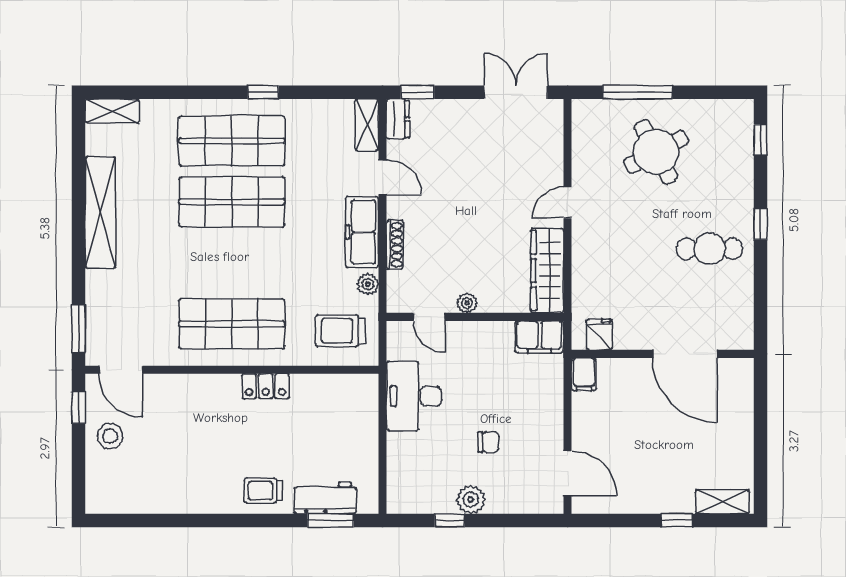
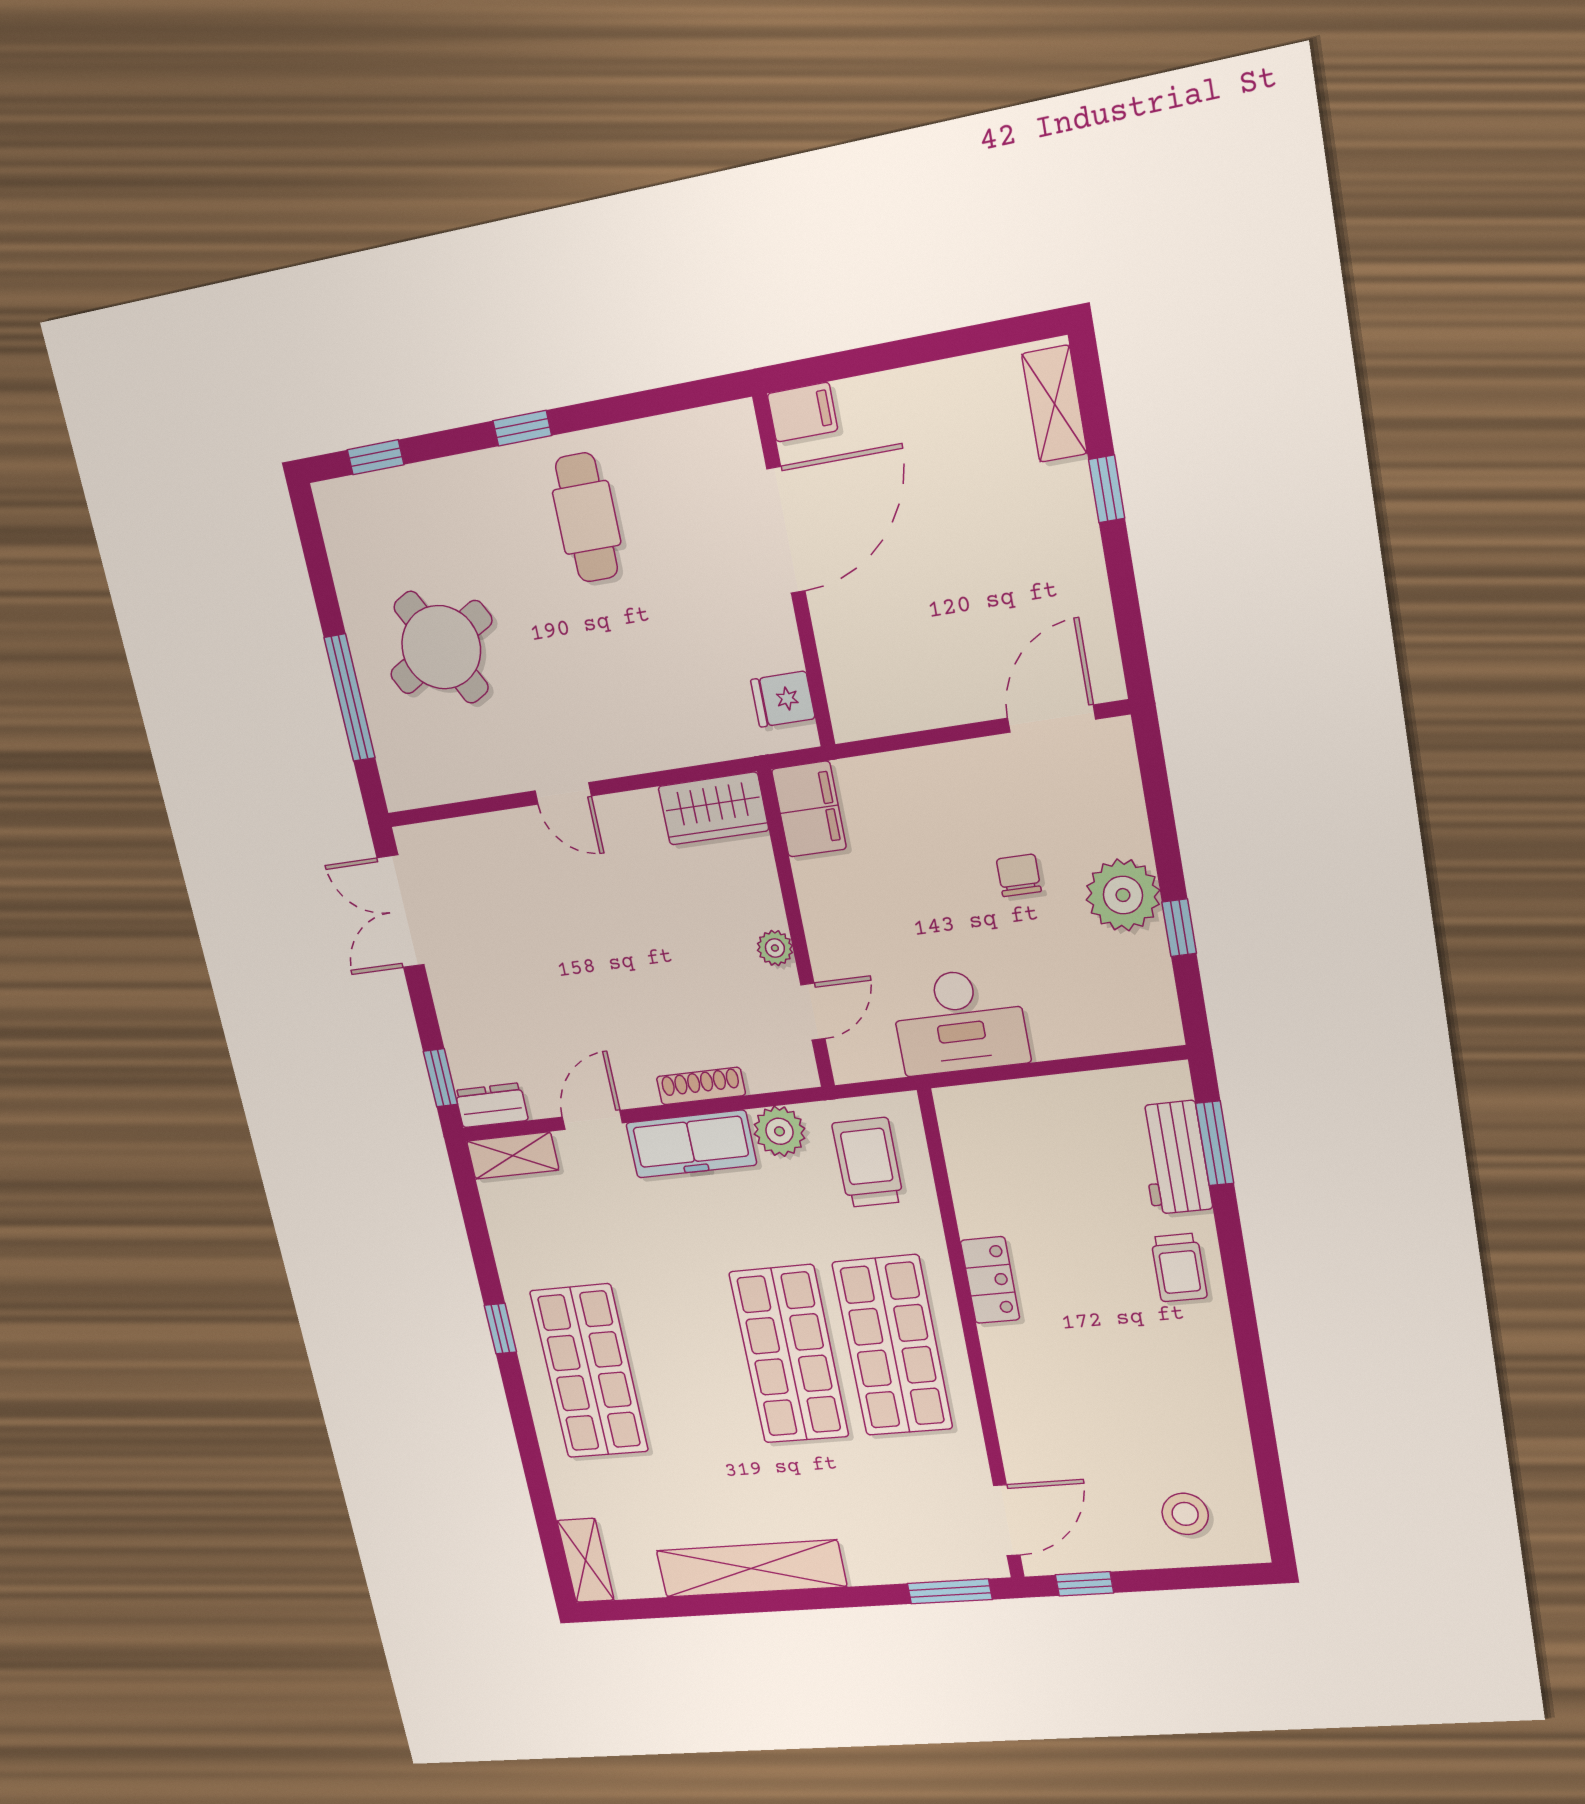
shop shelf: (232, 202) -> (789, 1354), moved
wardrobe: (547, 271) -> (713, 809), width x0.67
plant: (368, 284) -> (779, 1131), width x1.38, depth x1.38
trolley: (340, 331) -> (868, 1162), turned 180
filing cabinet: (584, 374) -> (802, 412), moved
stool: (110, 436) -> (1185, 1514), moved
plant: (471, 500) -> (1123, 895), width x1.36, depth x1.36

